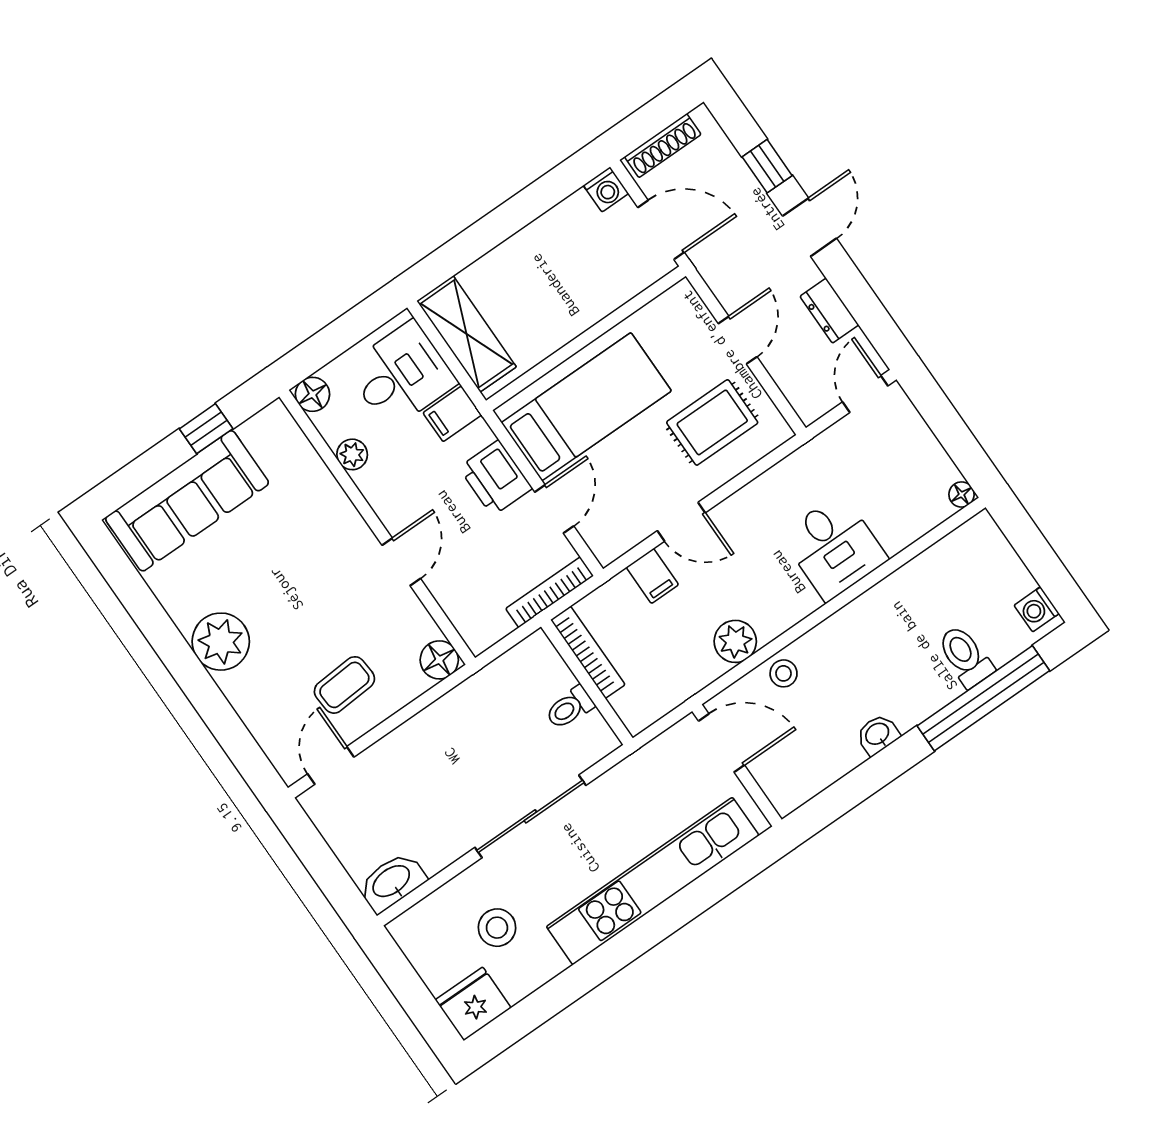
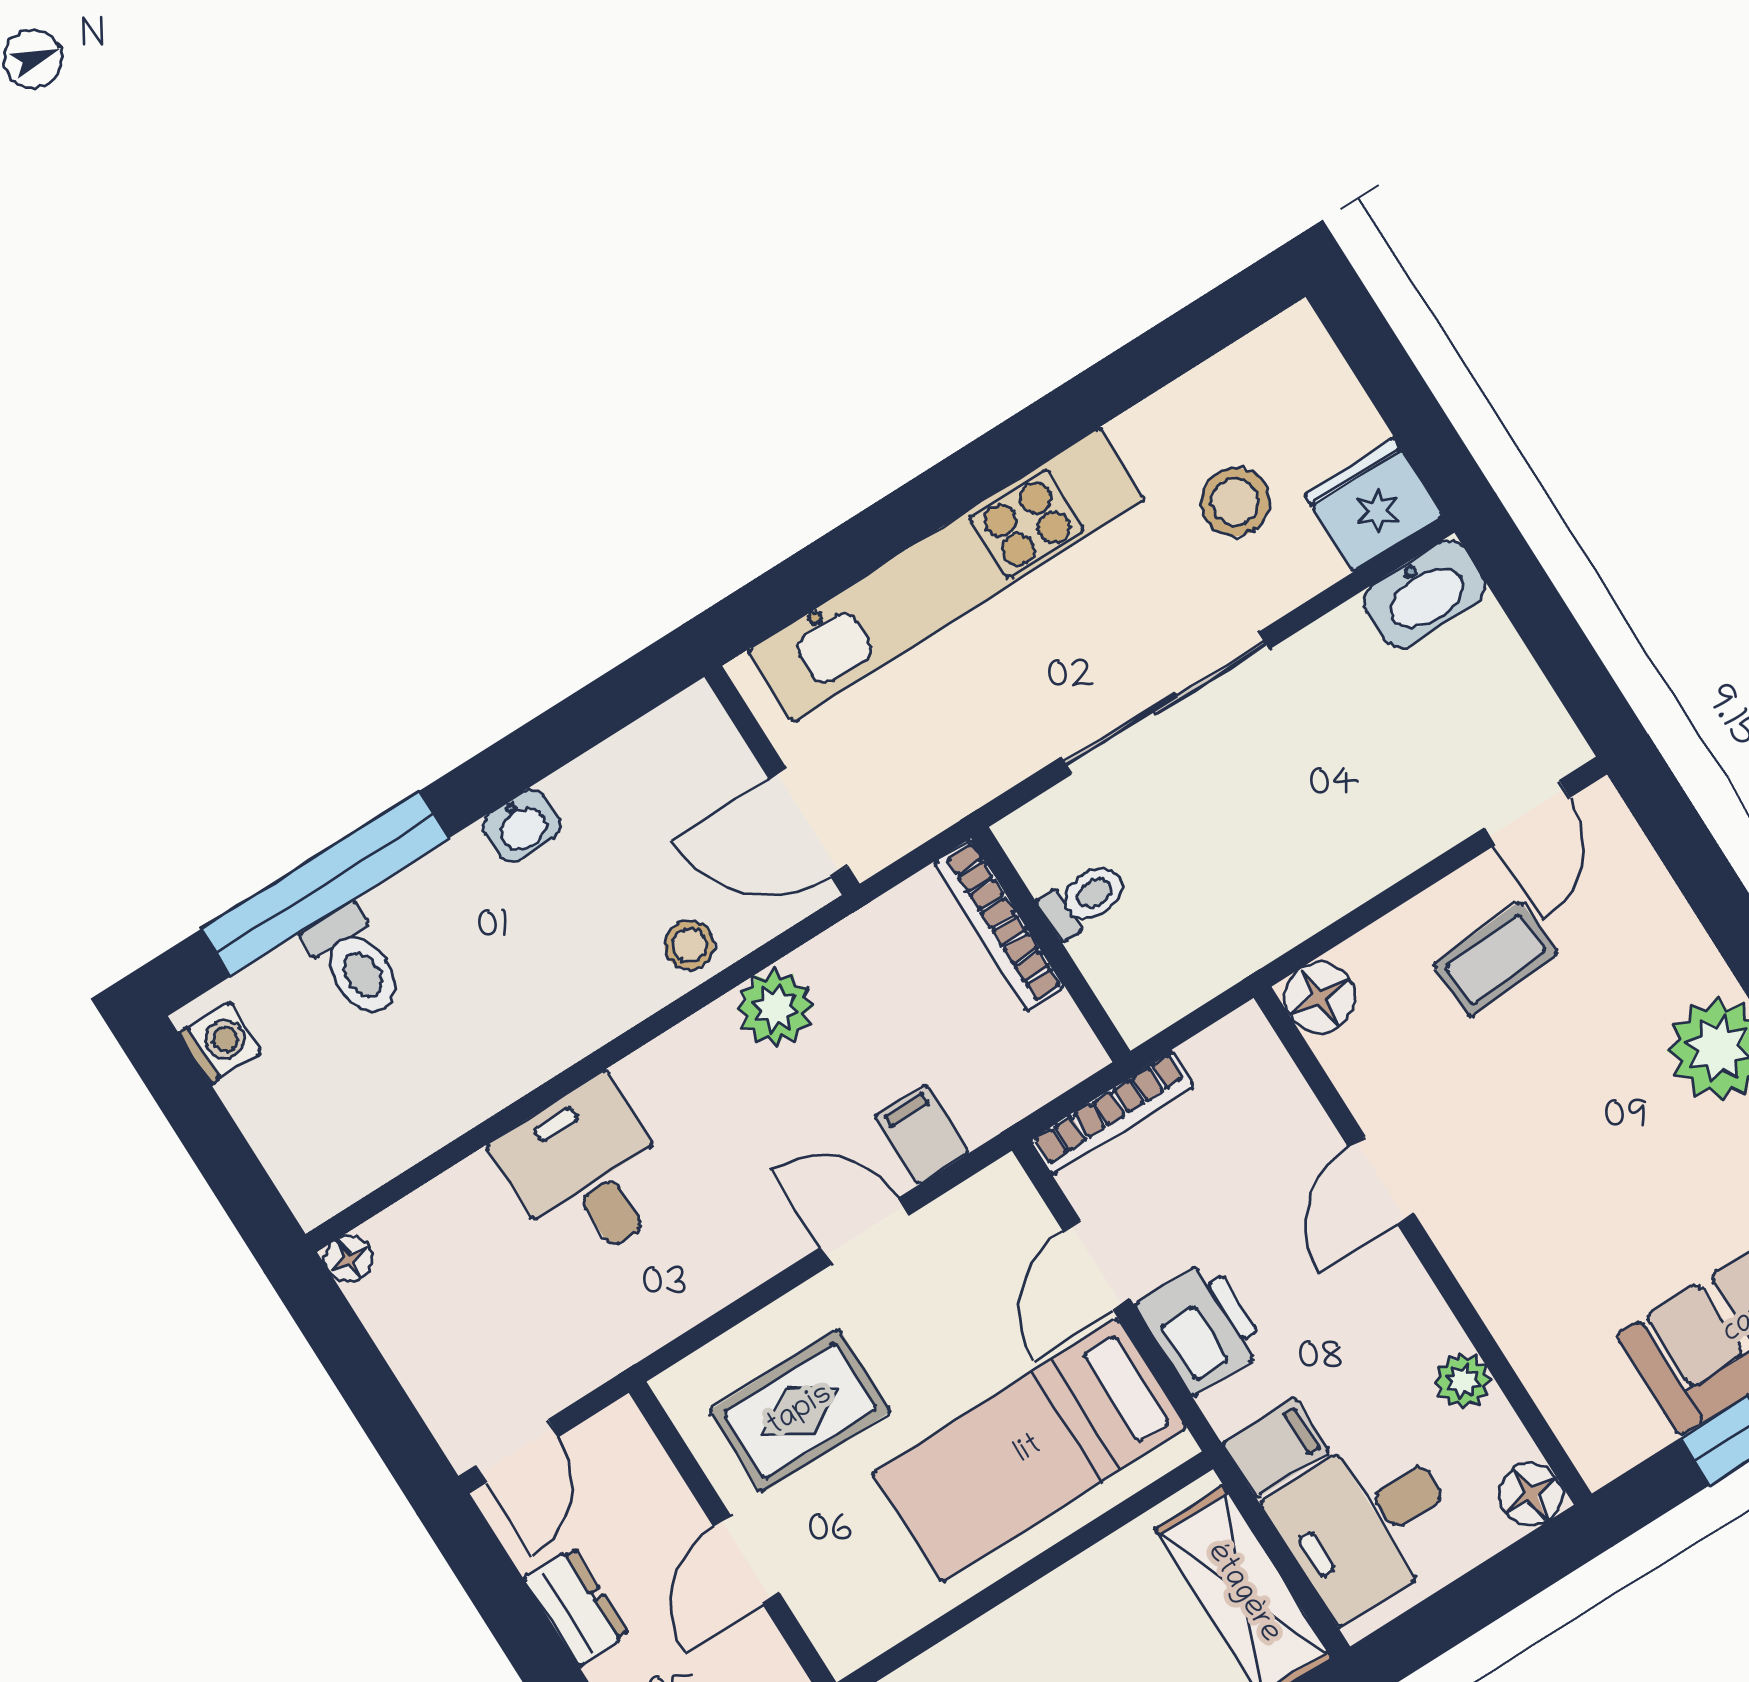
bookcase: (588, 652) -> (999, 925), moved
fridge: (473, 1004) -> (1374, 505), moved, turned 180

